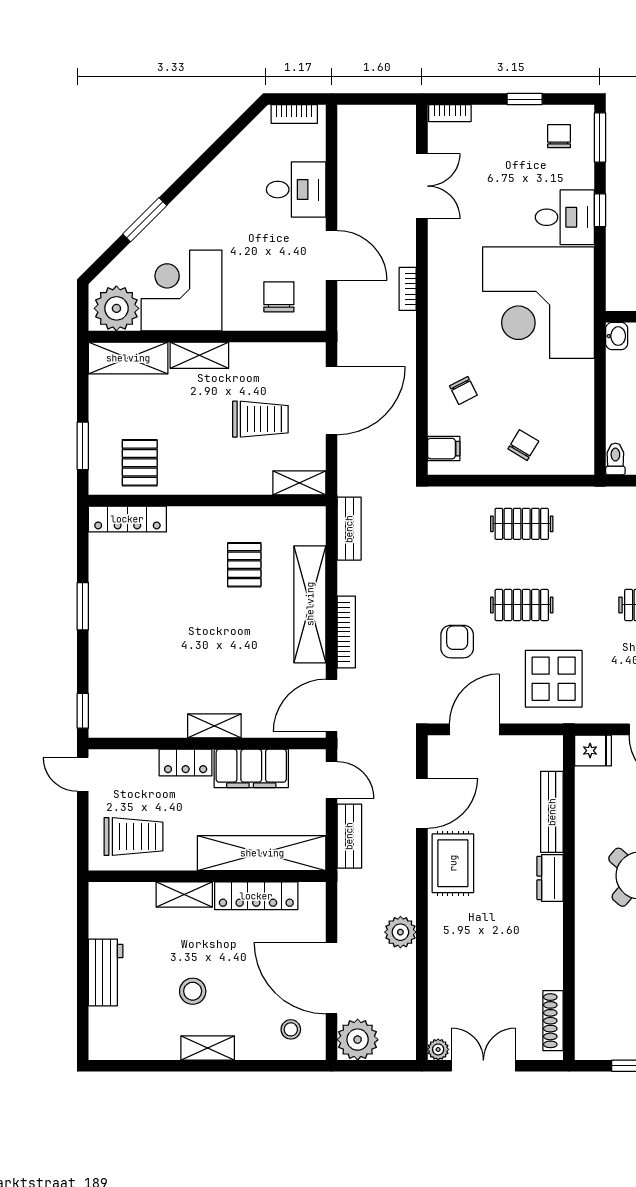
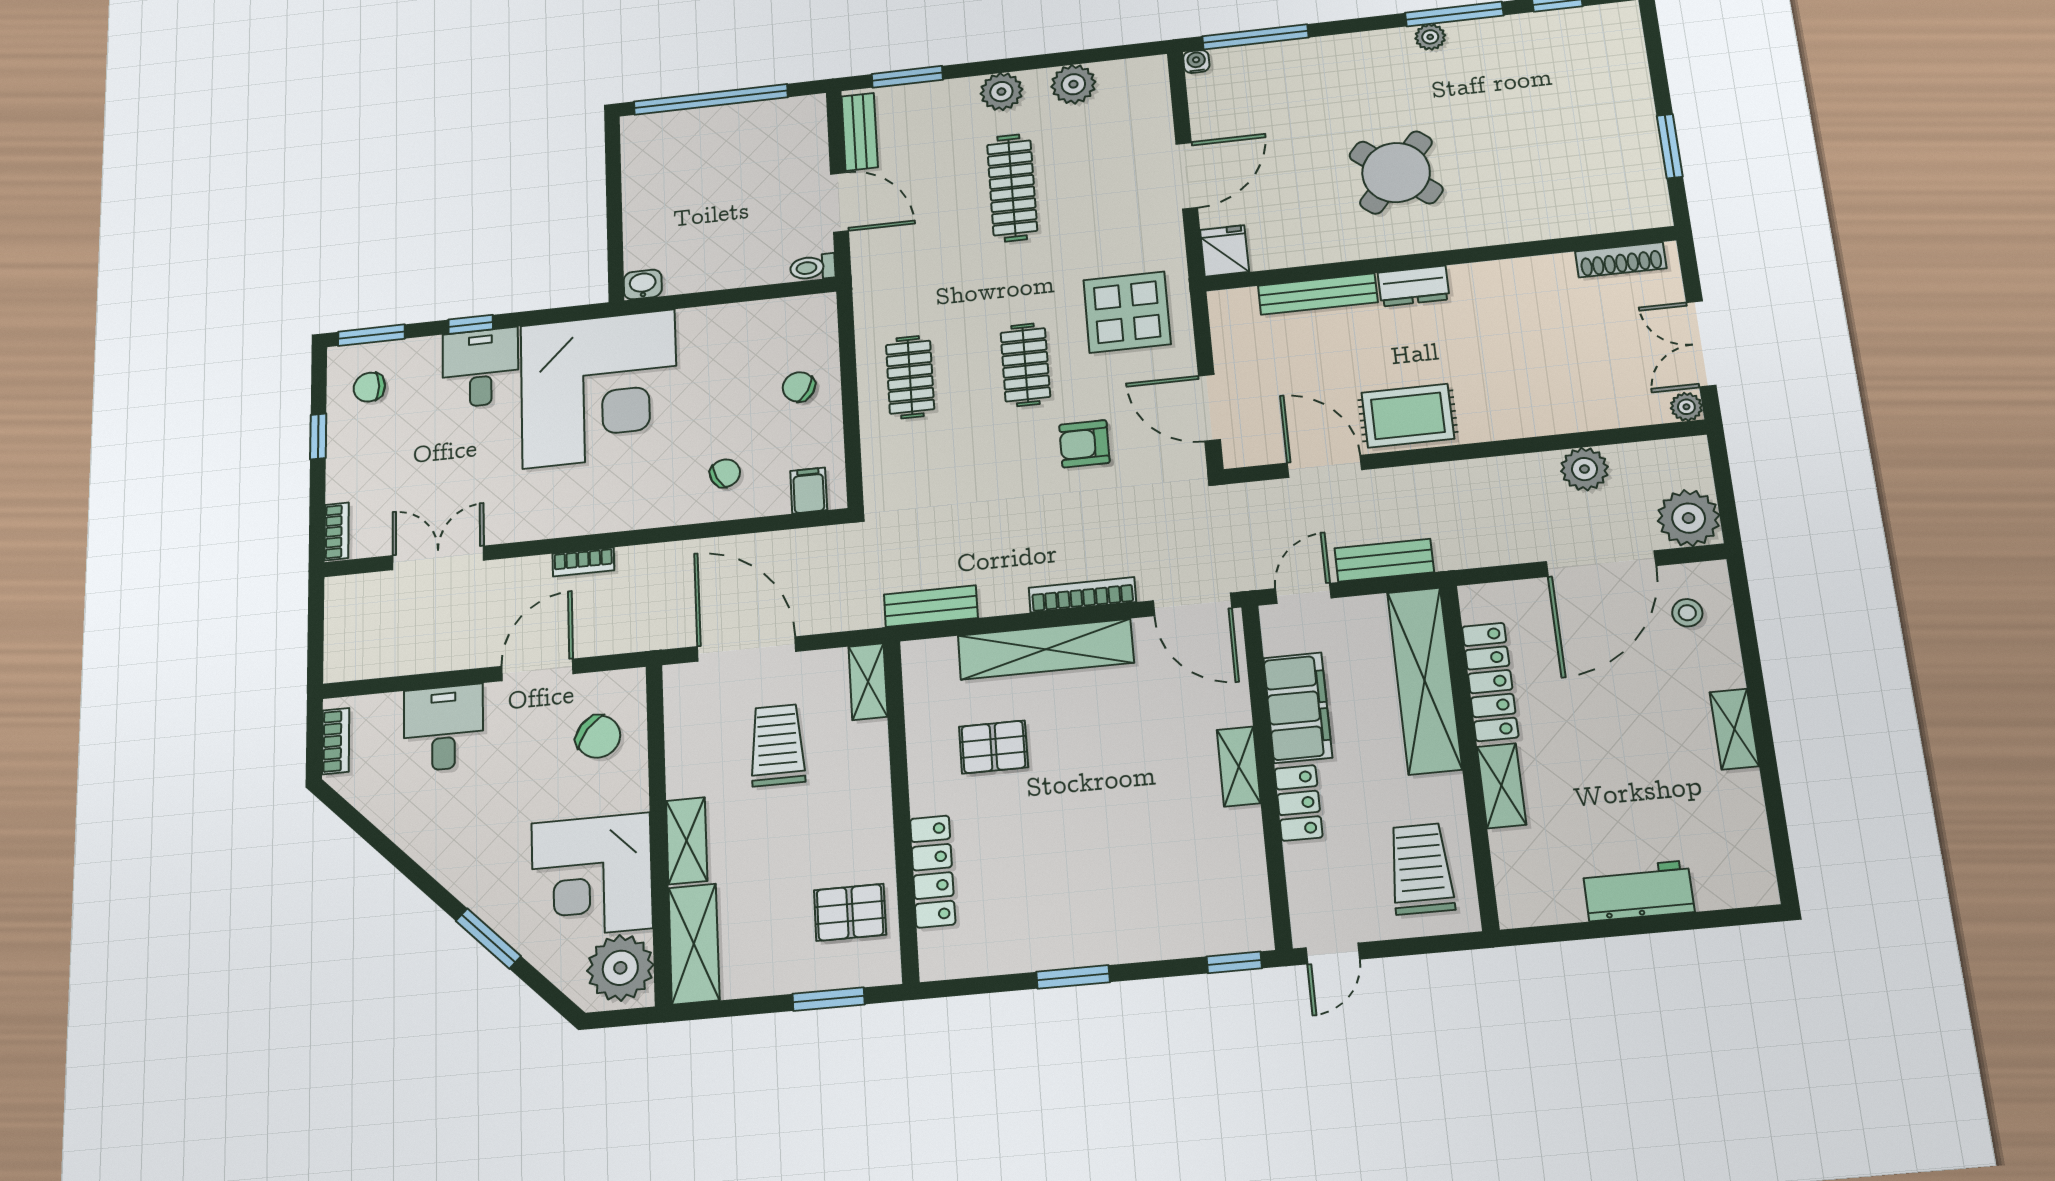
chair: (279, 297) -> (598, 737), turned -141
locker: (127, 519) -> (933, 871), moved
plant: (400, 932) -> (1584, 469), moved
stool: (193, 991) -> (1649, 759), removed

